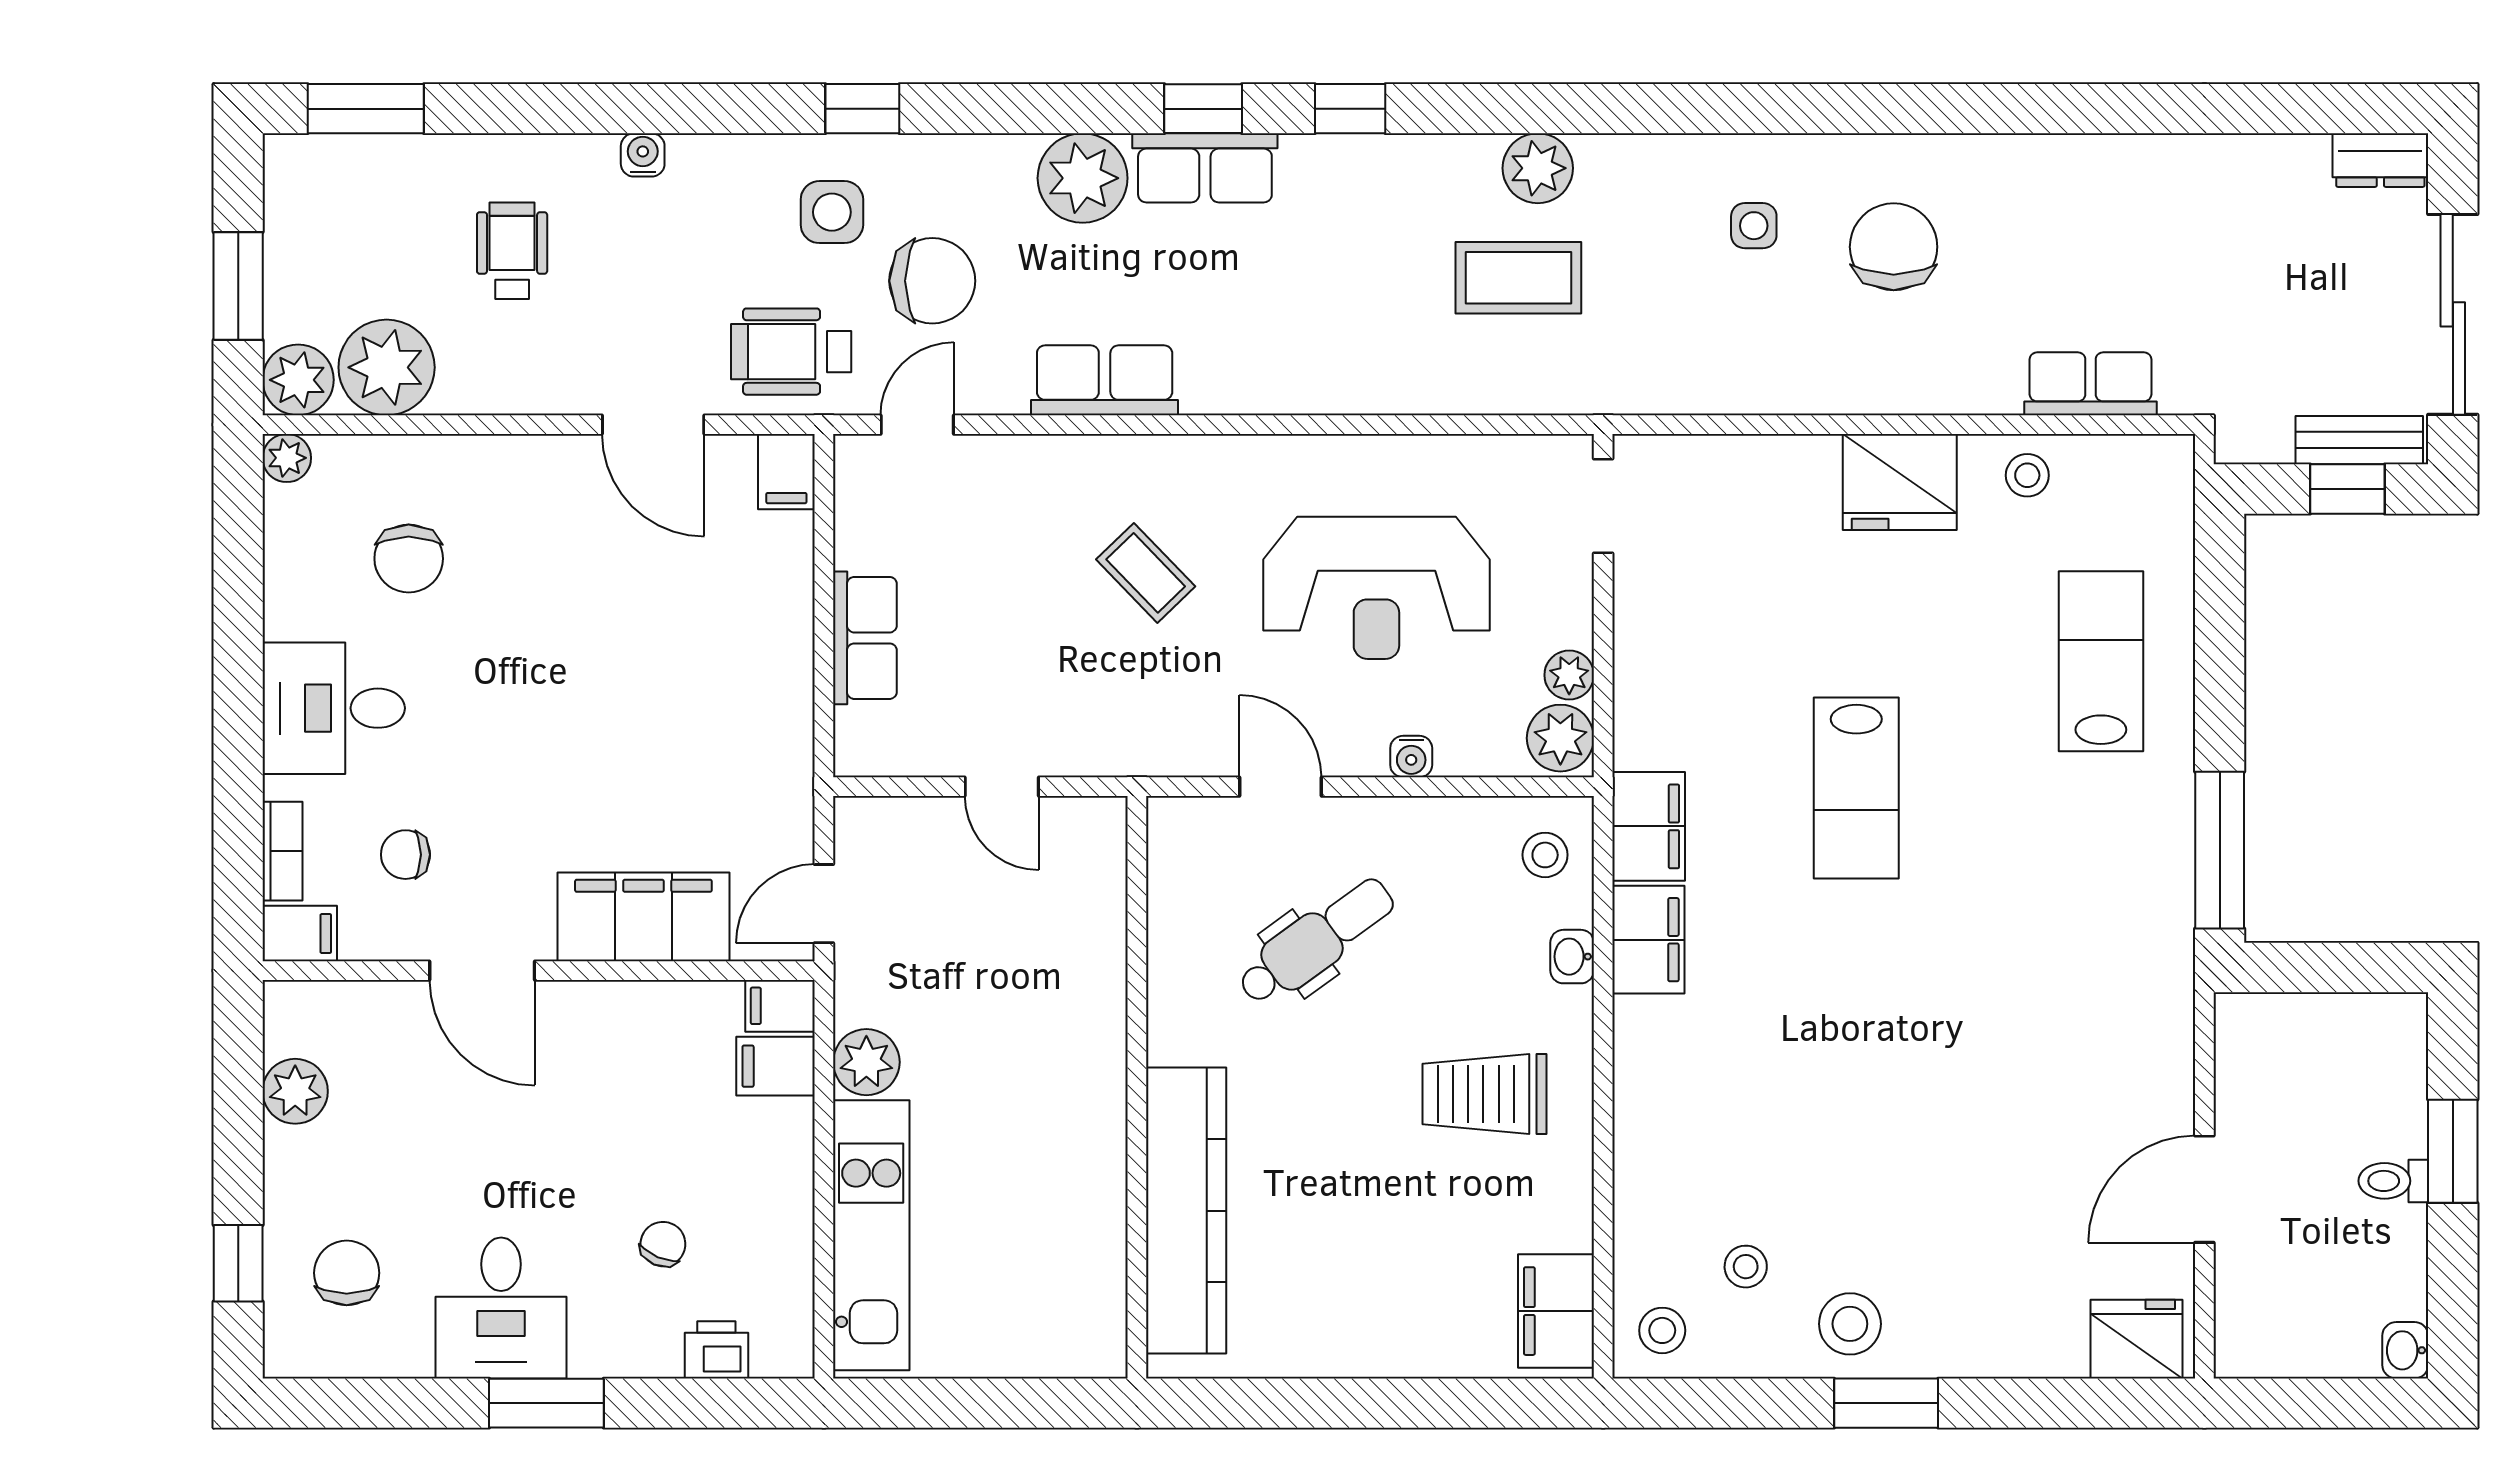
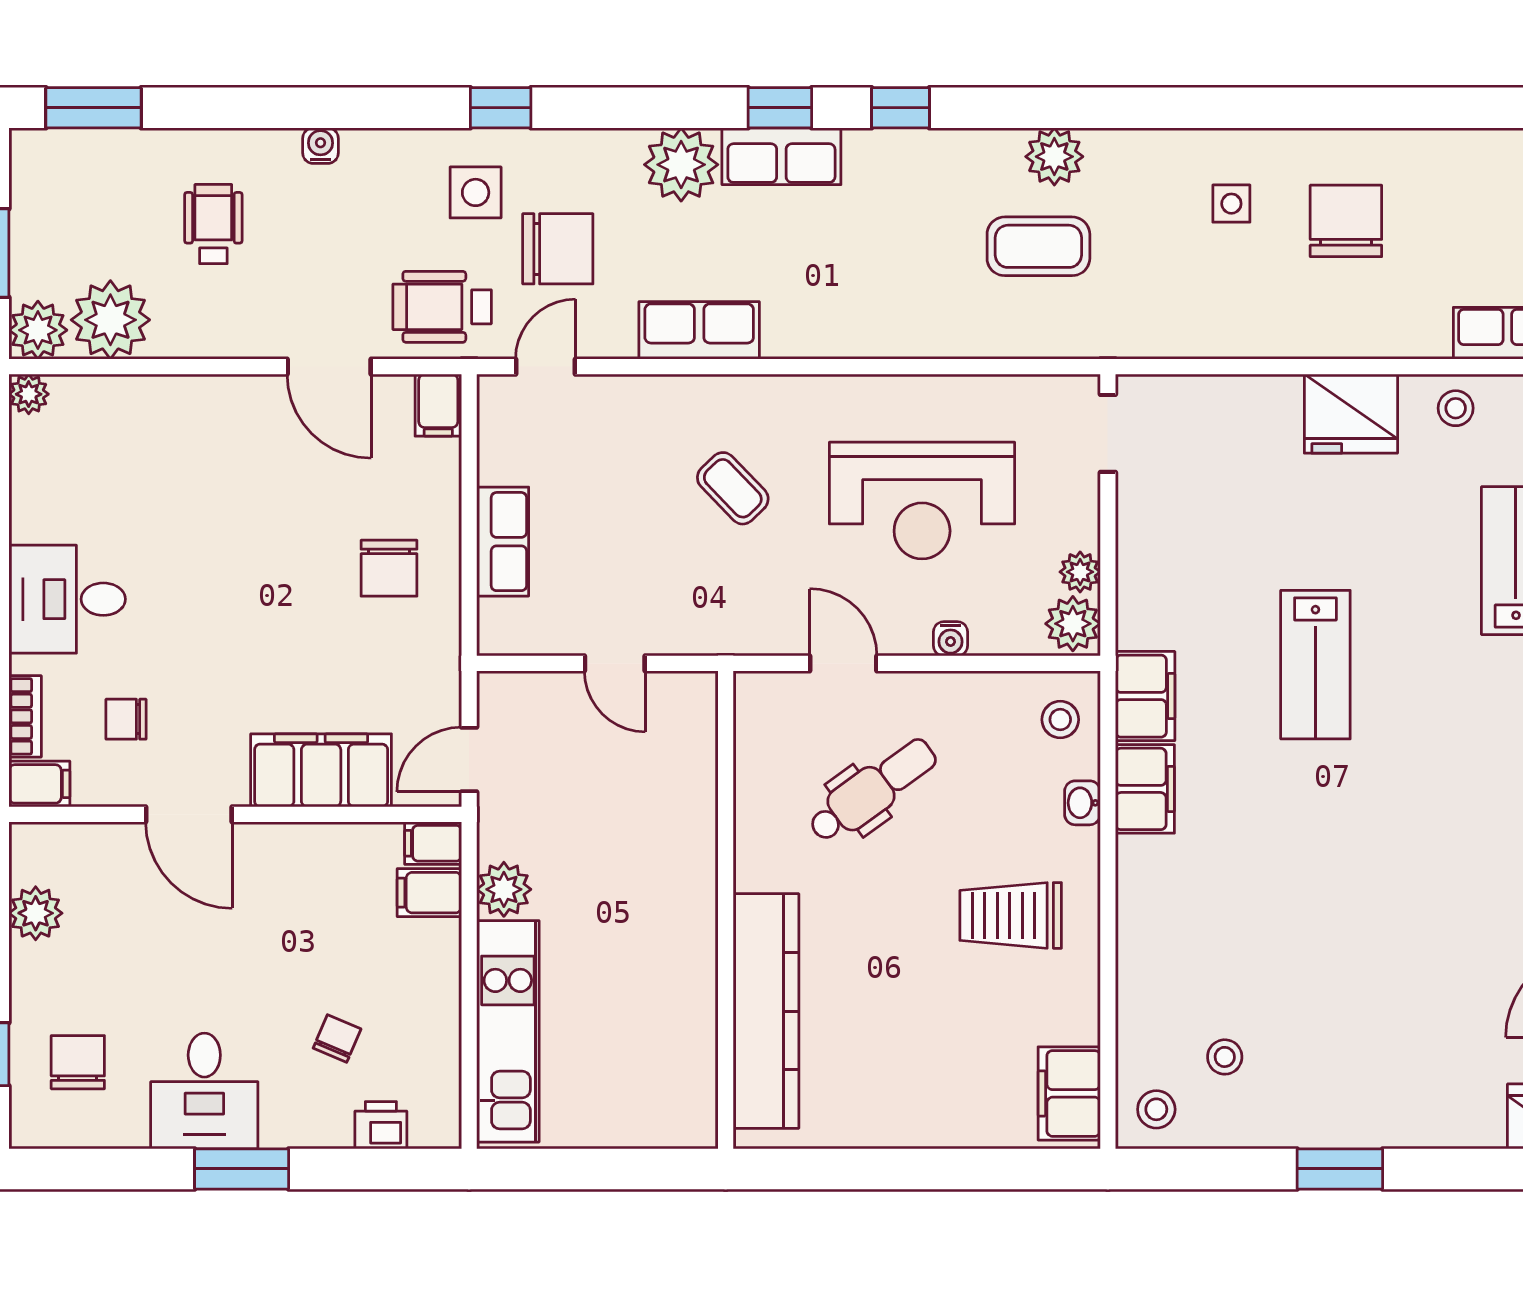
chair: (409, 559) -> (389, 568), moved
stool: (1850, 1324) -> (1310, 1104), removed

